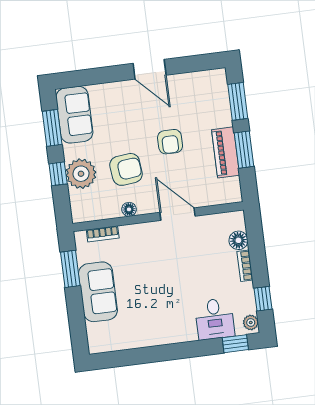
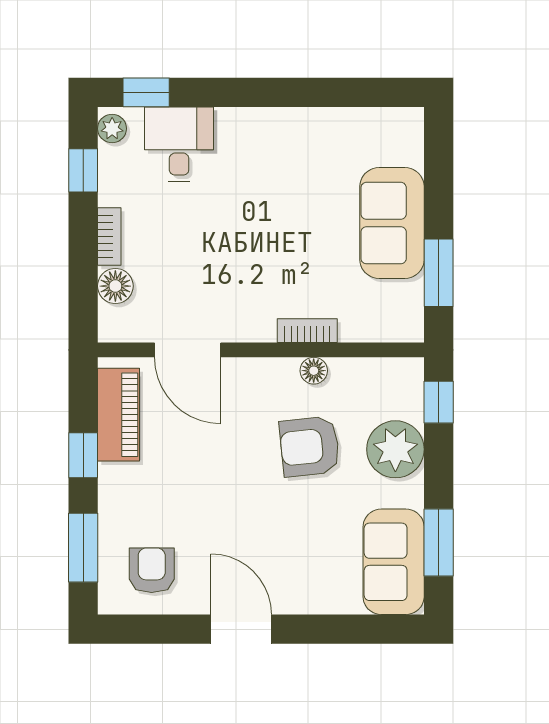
armchair: (170, 142) -> (152, 570), moved
window: (244, 150) -> (83, 455), width x0.67
piano: (226, 152) -> (118, 415), moved
window: (58, 174) -> (439, 402), moved
door: (177, 214) -> (188, 350), moved
bookcase: (103, 234) -> (307, 331), moved

